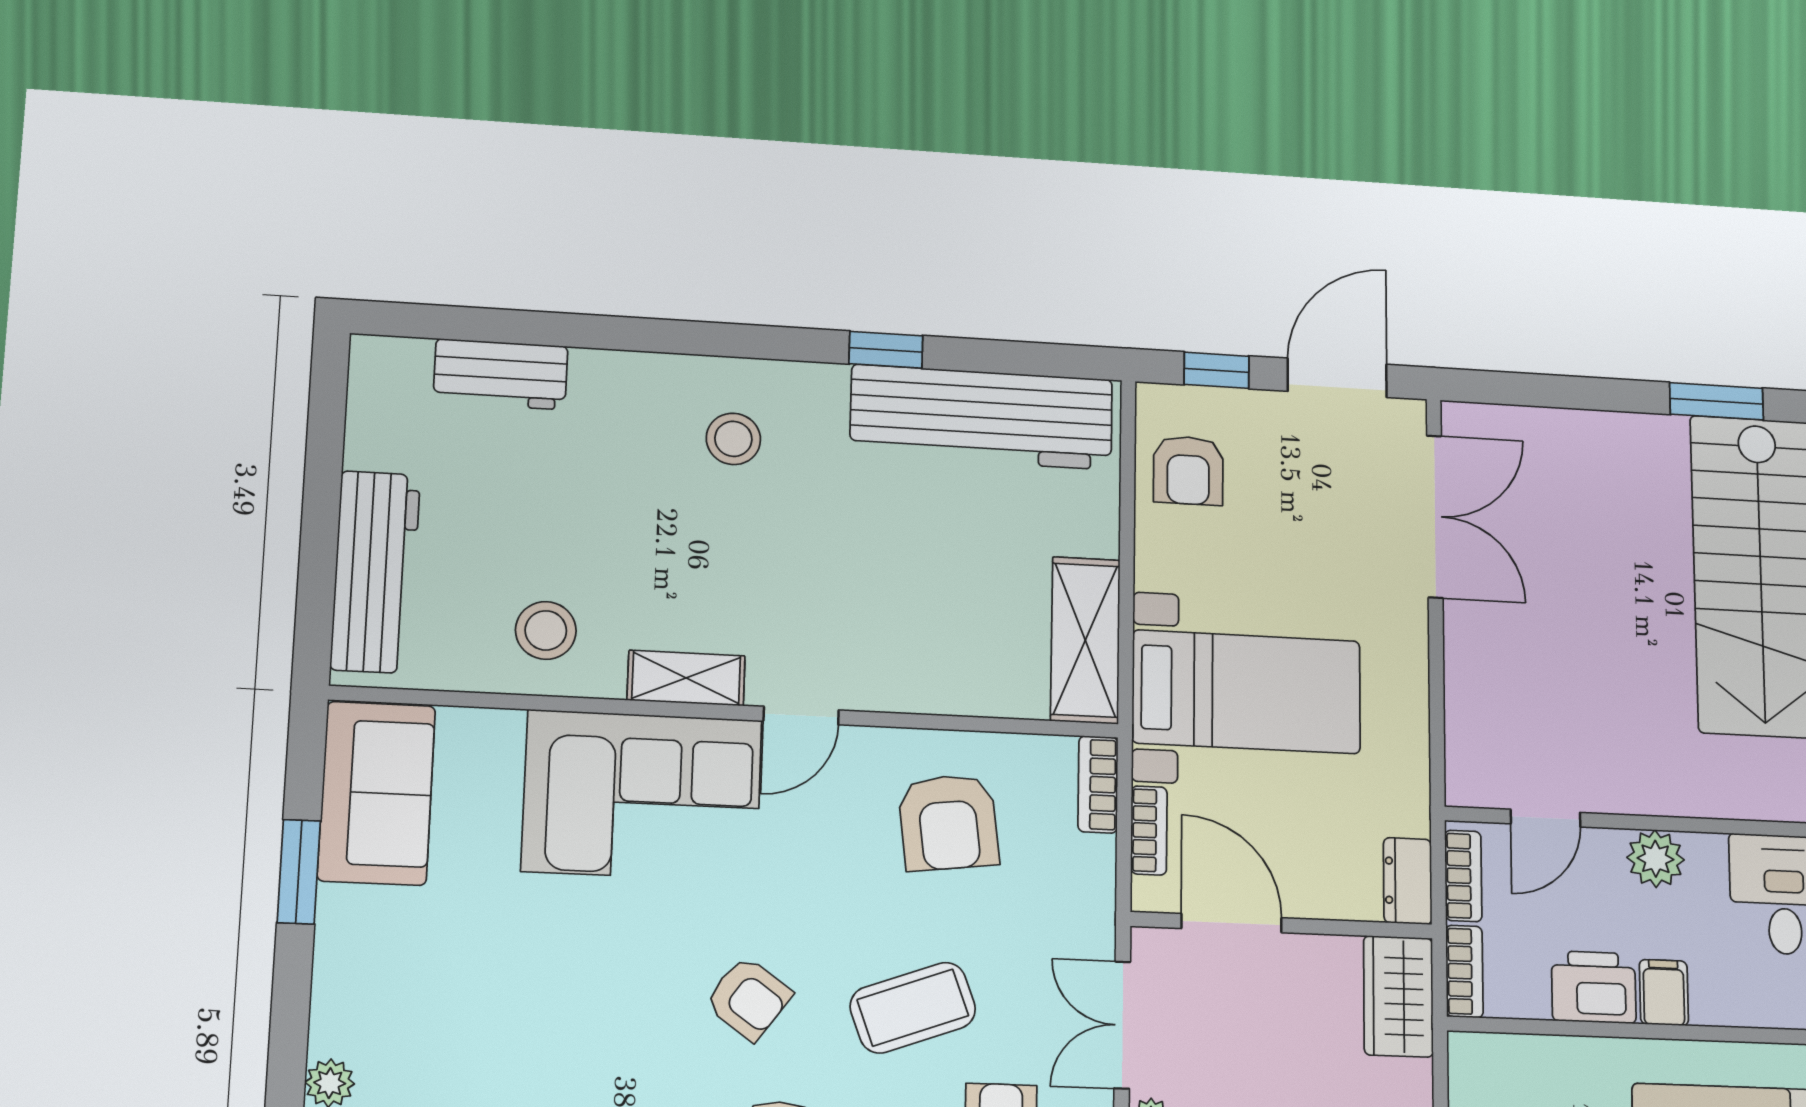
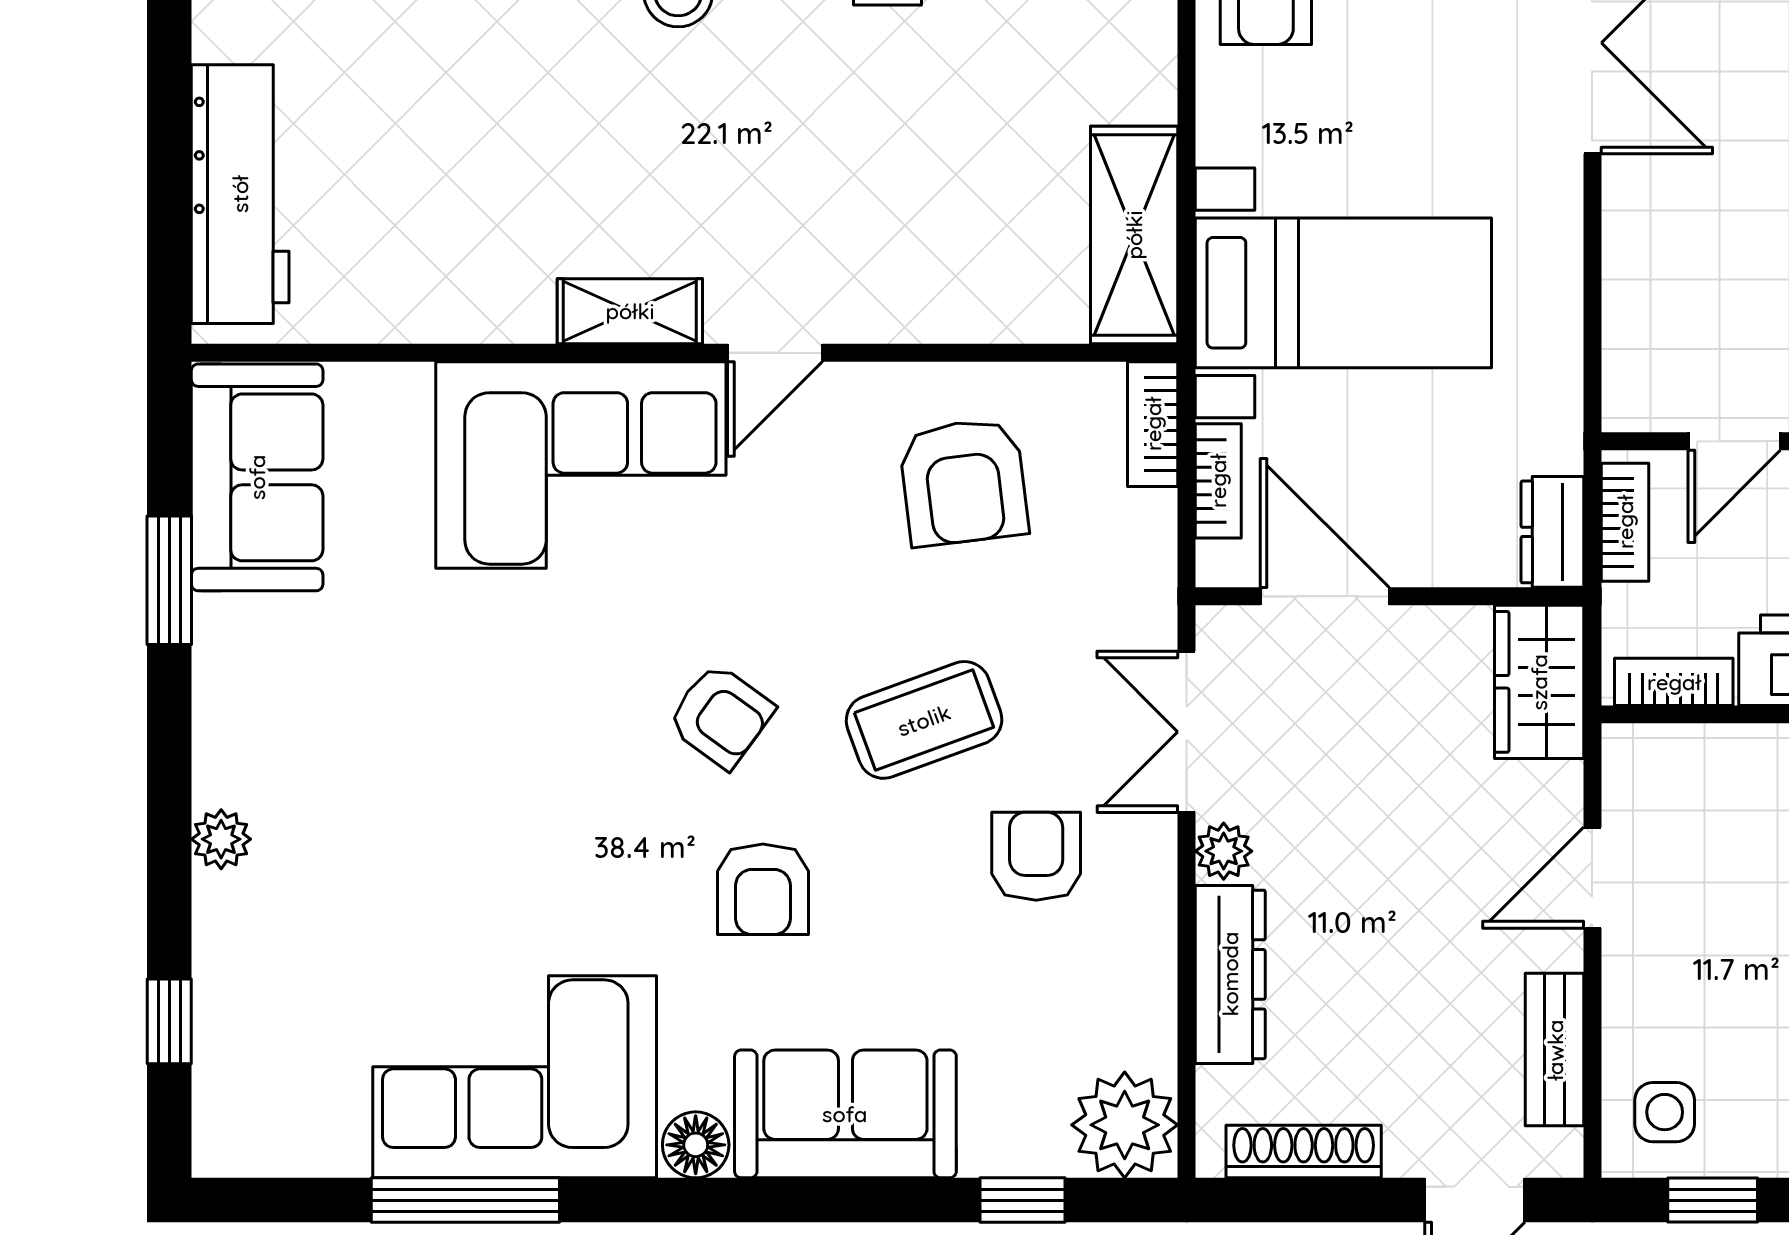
stool: (546, 630) -> (453, 259), removed
bookcase: (1464, 971) -> (1674, 682), moved, turned -90

